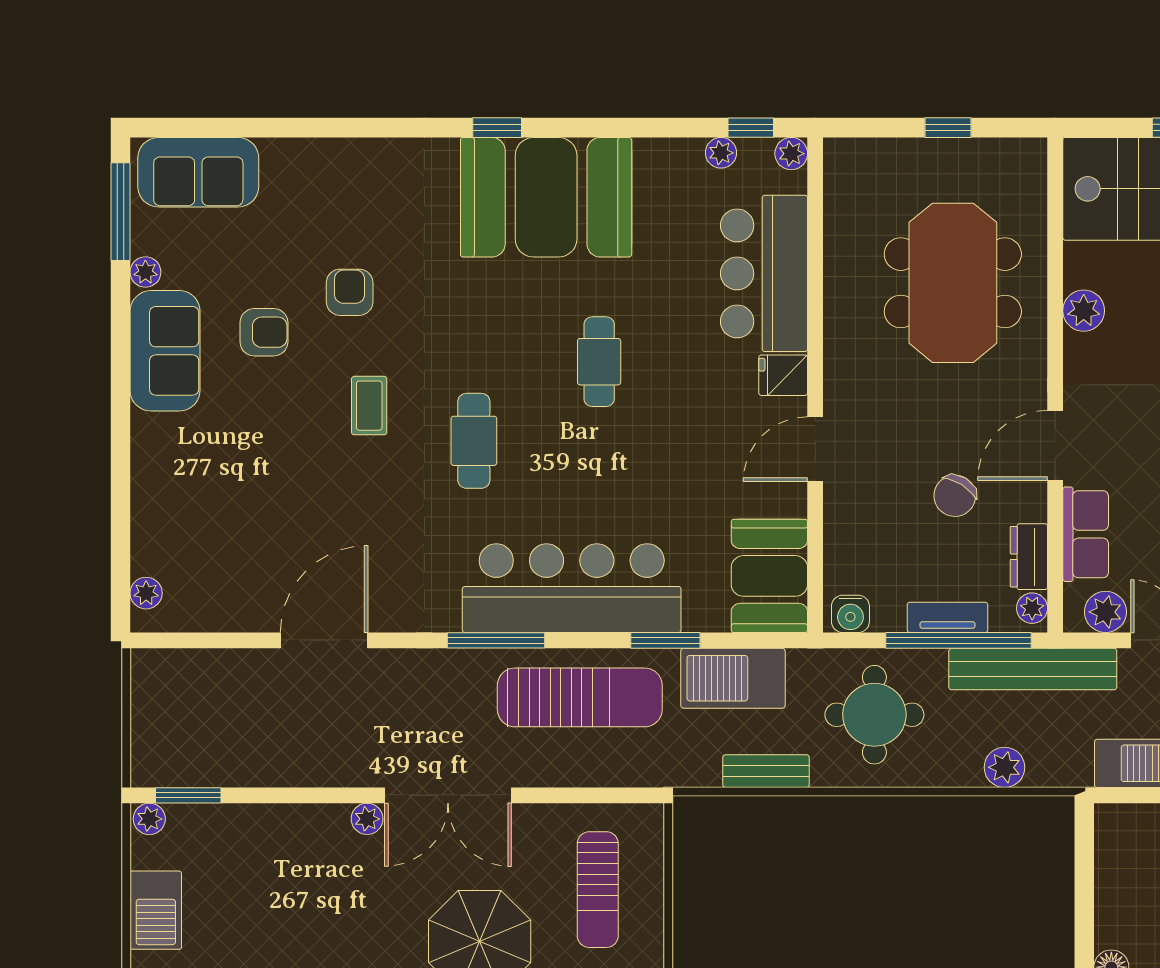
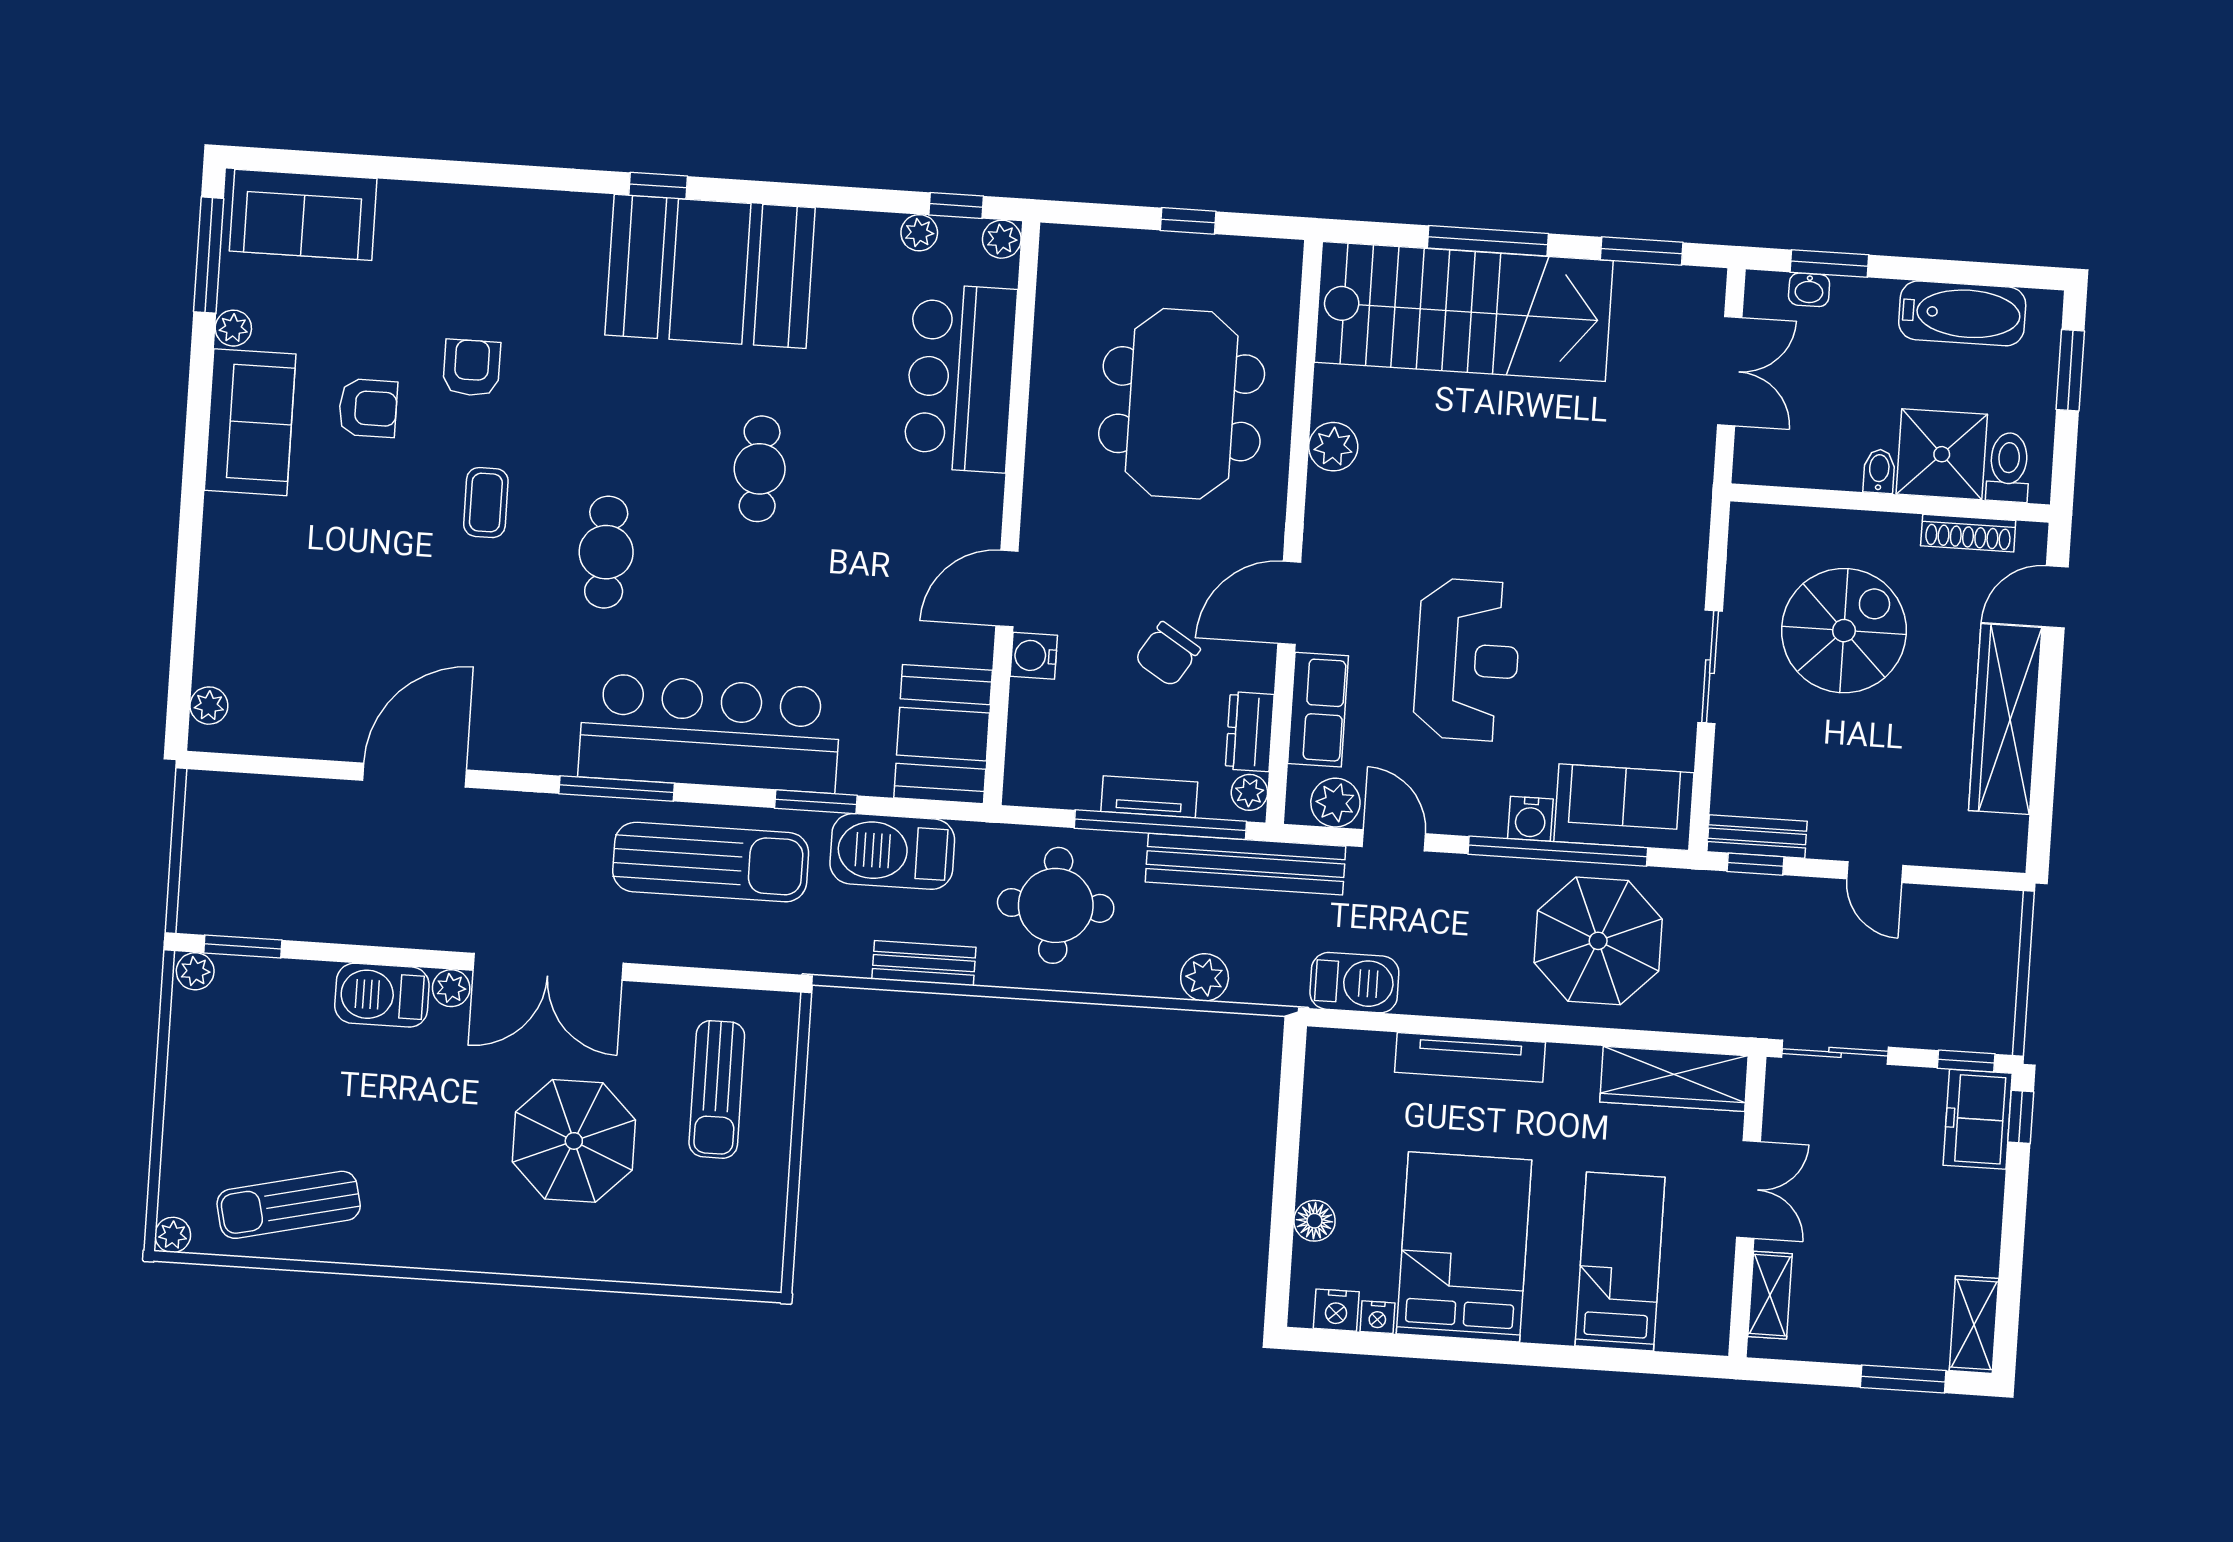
fridge: (783, 375) -> (975, 499), removed
water cooler: (850, 614) -> (1034, 656), moved, turned 90
barbecue: (156, 910) -> (382, 995), moved, turned 90

